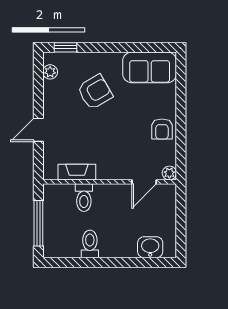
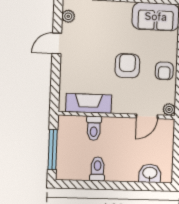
armchair: (95, 92) -> (127, 66), moved, turned -60
door: (38, 130) -> (57, 43), moved
fireplace: (77, 172) -> (89, 103), width x1.37, depth x1.32

